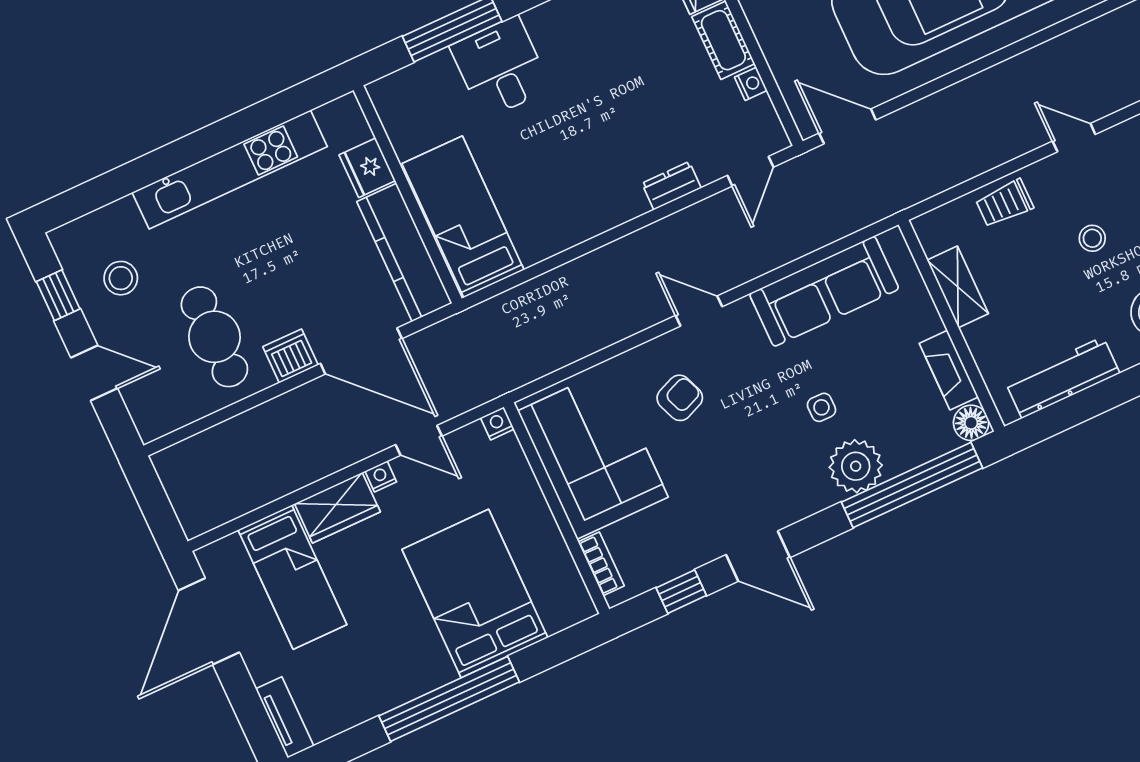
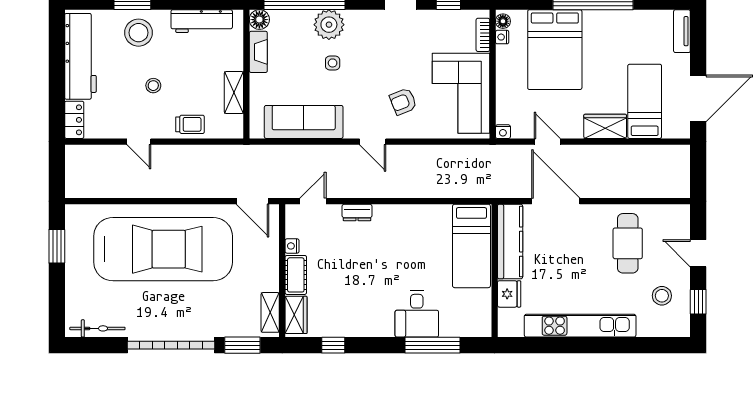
dishwasher: (291, 356) -> (593, 215), removed
nightstand: (381, 477) -> (502, 37), moved, turned 90
floor lamp: (579, 601) -> (503, 21), added

